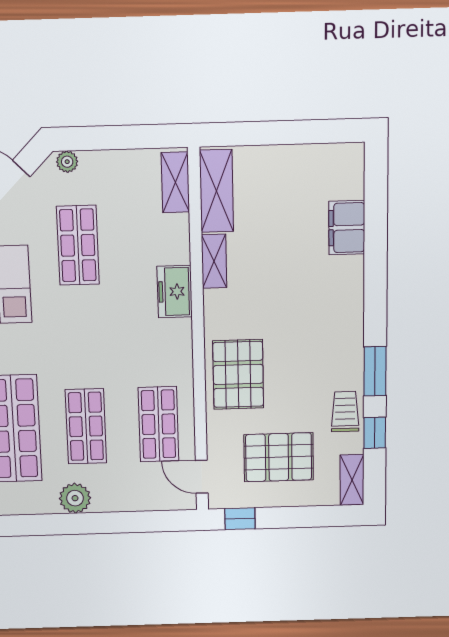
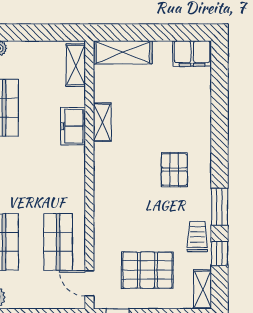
shelving: (216, 191) -> (123, 52), moved, turned 90
filing cabinet: (347, 228) -> (192, 54), moved, turned -90
freezer: (175, 292) -> (73, 126), moved
pallet: (238, 374) -> (174, 169), moved, width x0.67, depth x0.71

